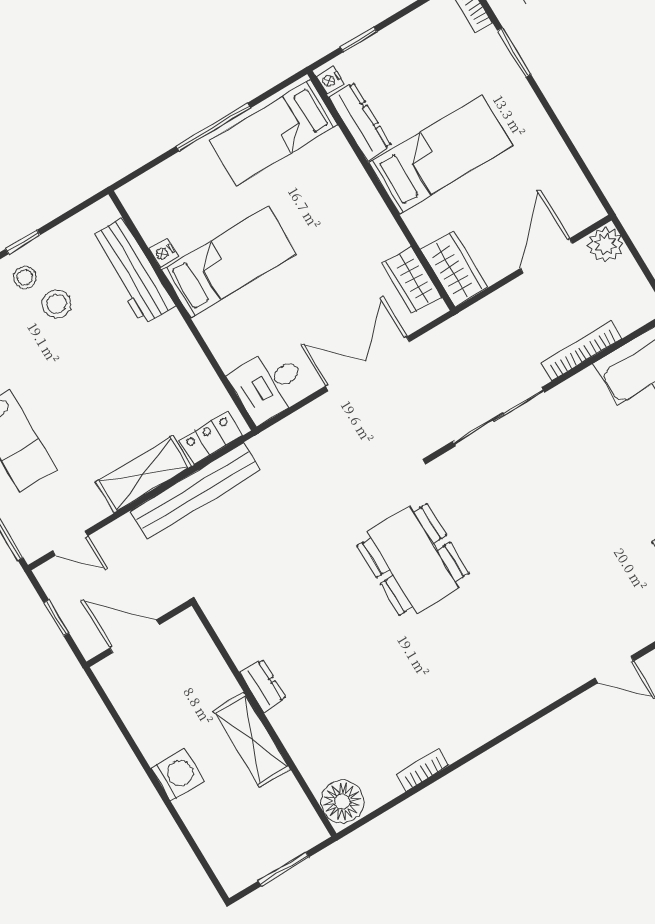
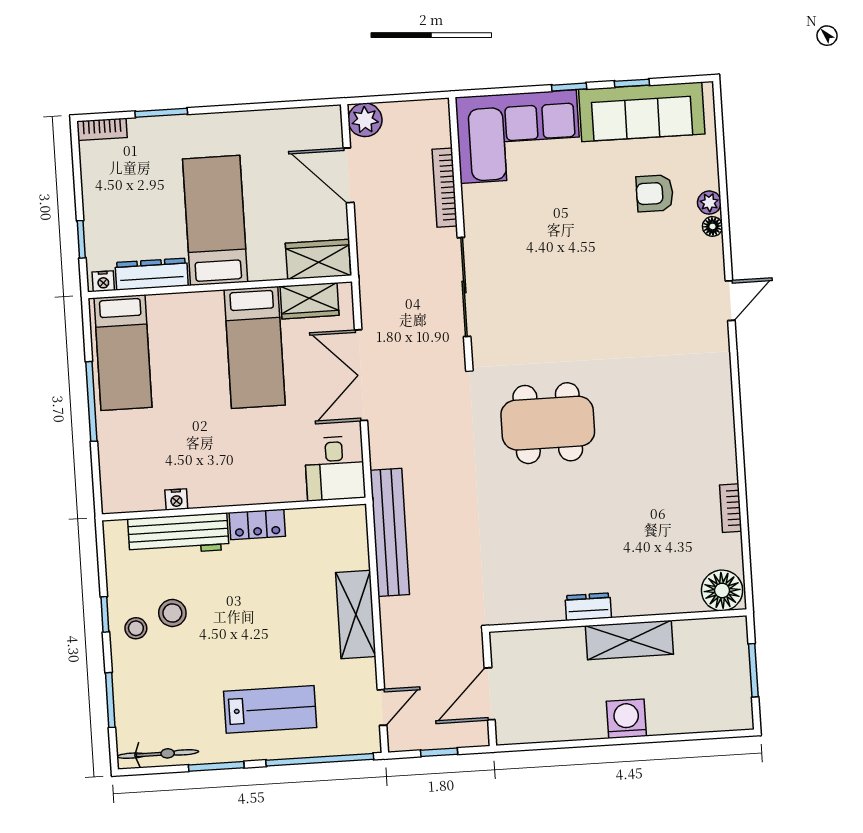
bed: (229, 262) -> (255, 347), moved, turned 180
locker: (211, 438) -> (257, 524), moved, turned -90
bench: (196, 490) -> (390, 532), moved

